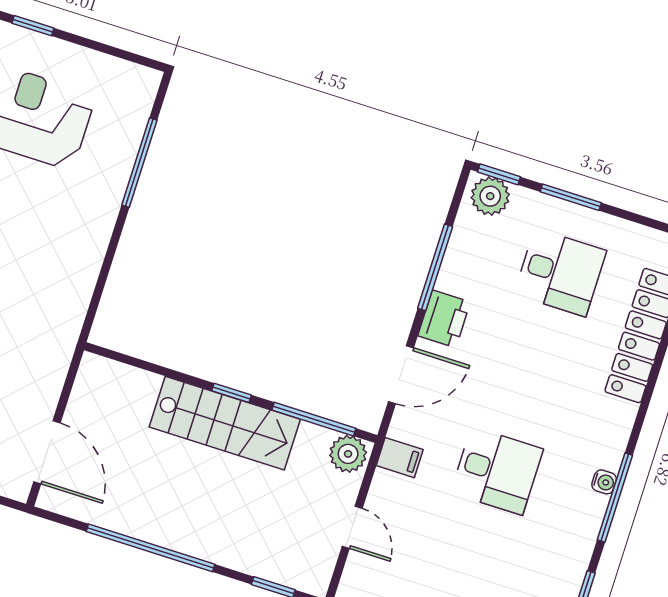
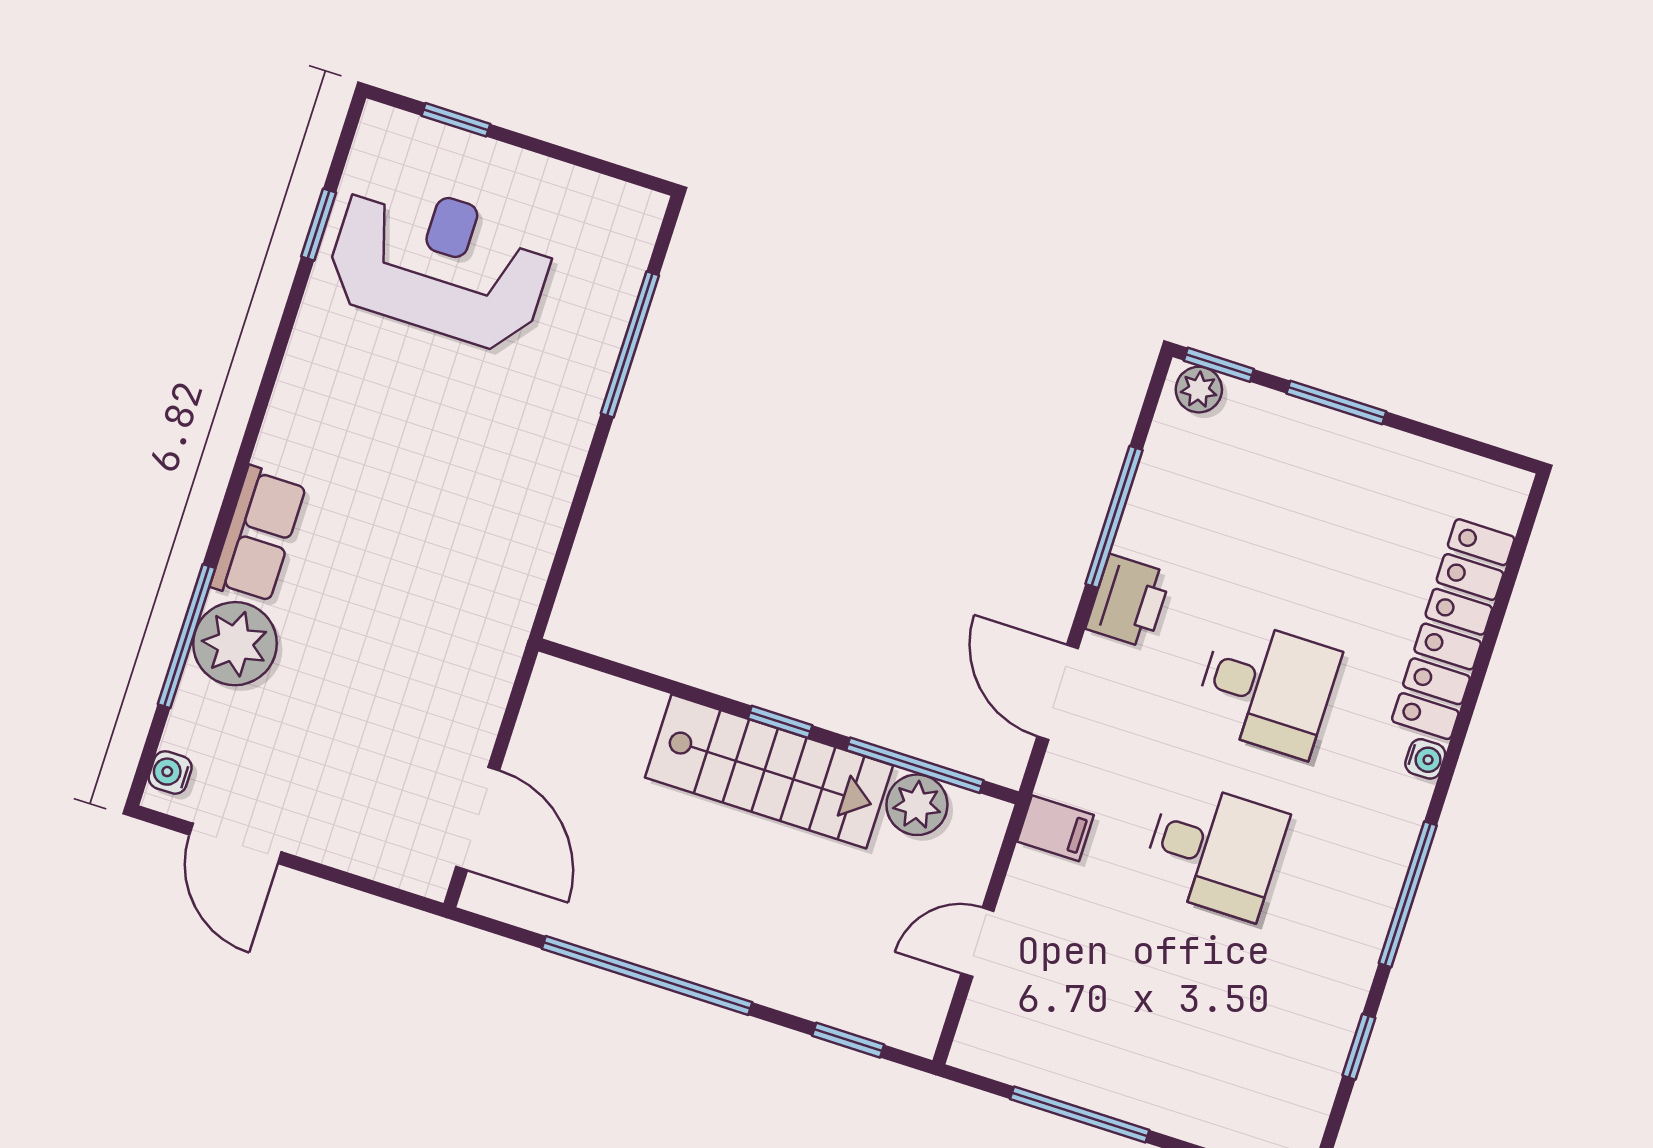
plant: (490, 196) -> (1199, 390), width x0.73, depth x0.73
desk: (560, 272) -> (1267, 688), moved
door: (401, 375) -> (1058, 692), swing flipped
plant: (348, 454) -> (917, 805), moved
water cooler: (604, 482) -> (1425, 759), moved
door: (352, 527) -> (977, 942), swing flipped

